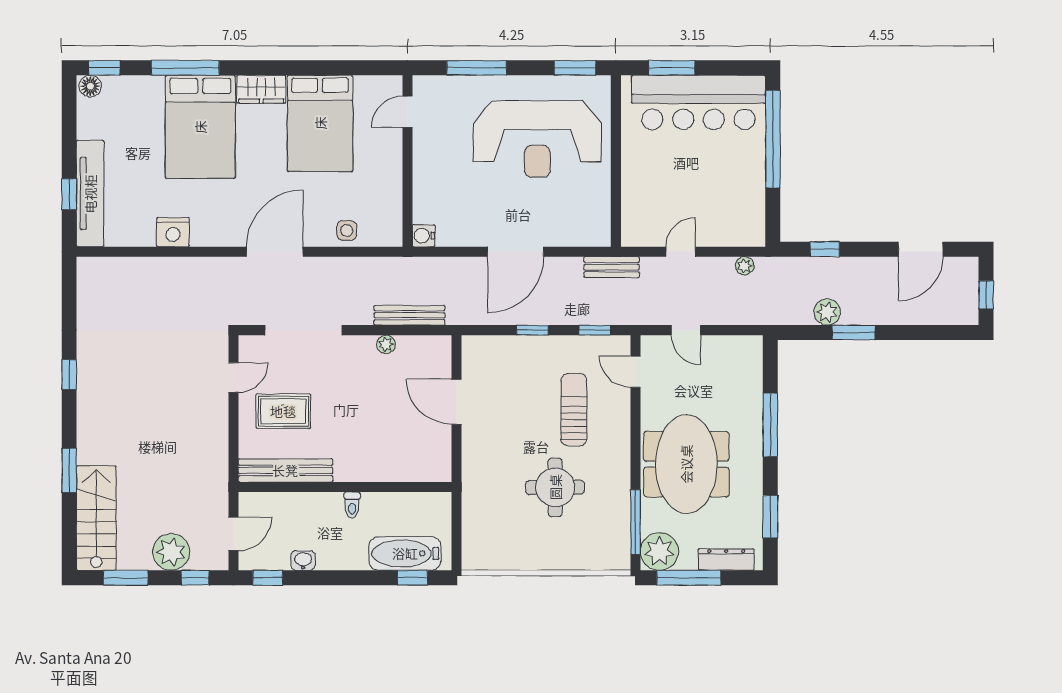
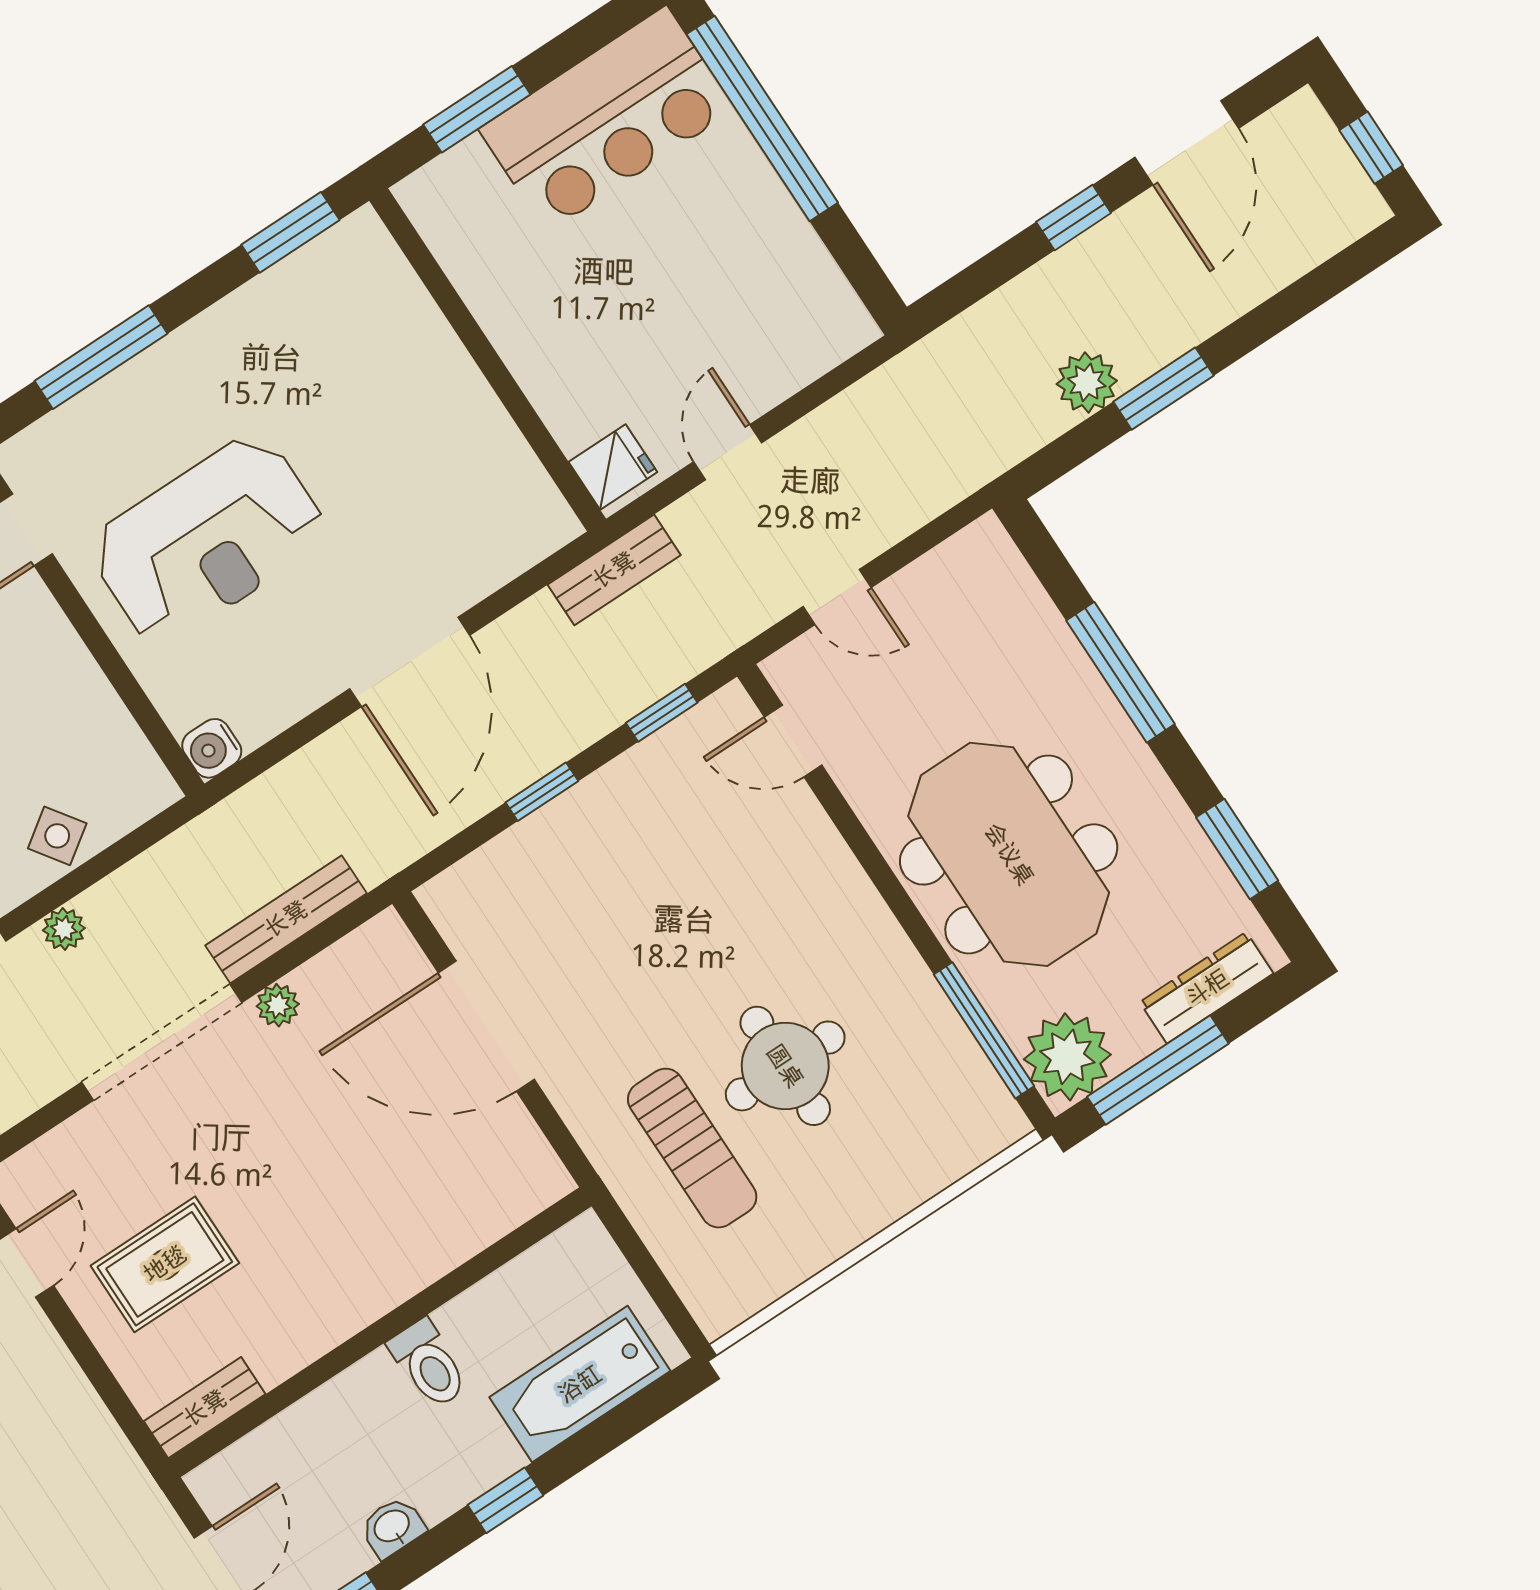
bar counter: (699, 102) -> (607, 119), width x0.73
reception desk: (537, 139) -> (208, 540), moved, width x0.74, depth x0.77
fridge: (636, 230) -> (613, 467), added
side table: (347, 231) -> (57, 836), turned -35
window: (825, 249) -> (1074, 217), moved
plant: (745, 266) -> (64, 929), moved
doorway: (303, 330) -> (162, 1042), moved
door: (457, 402) -> (486, 1026), width x1.36
sun lounger: (574, 410) -> (692, 1148), moved, turned 180
bench: (285, 470) -> (205, 1408), width x0.54, depth x0.82
toilet: (352, 505) -> (429, 1364), width x1.37, depth x1.39
window: (413, 578) -> (505, 1500), moved

